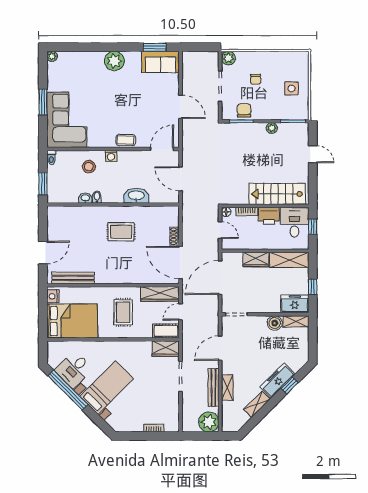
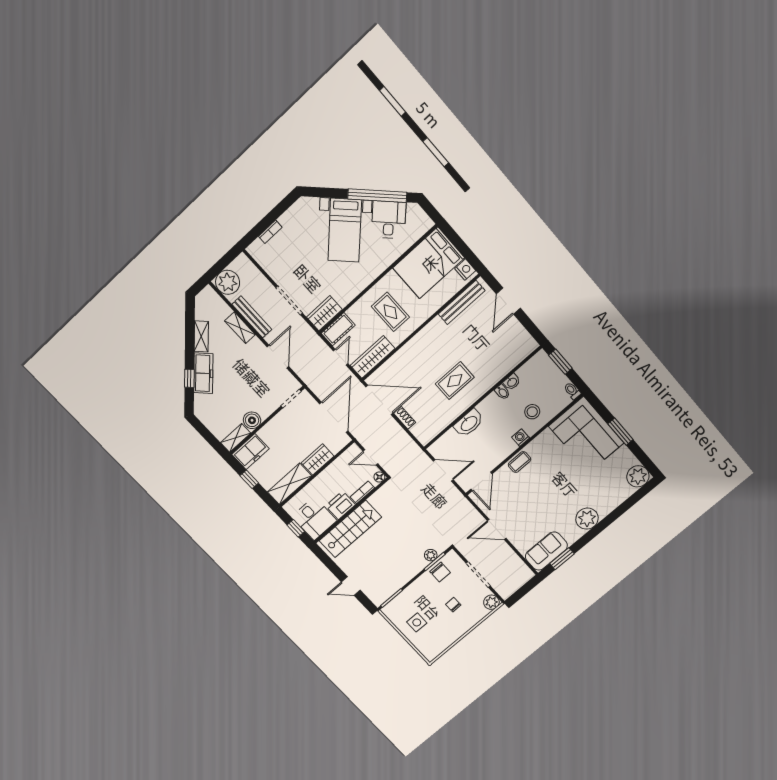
plant: (52, 56) -> (638, 476), width x1.88, depth x1.88
plant: (272, 128) -> (431, 555), moved

